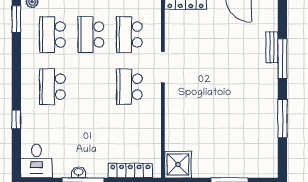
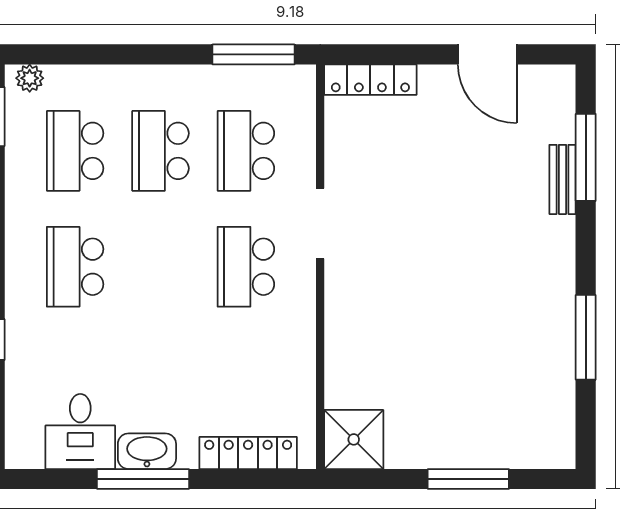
window: (282, 59) -> (586, 157), moved
desk: (36, 161) -> (80, 431), moved
washbasin: (79, 172) -> (147, 451), width x1.91, depth x1.45

